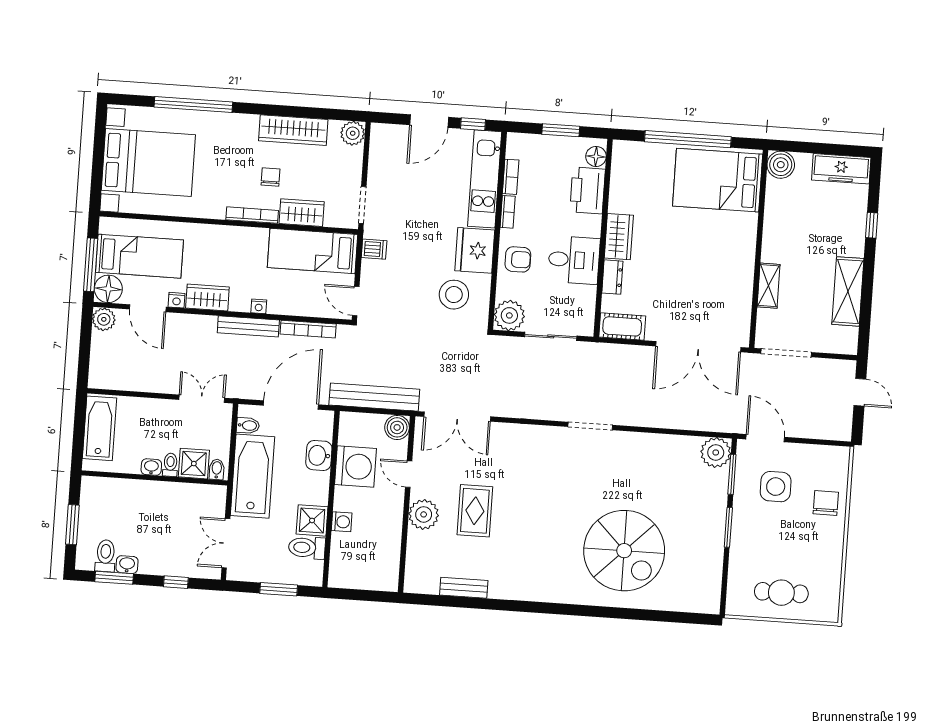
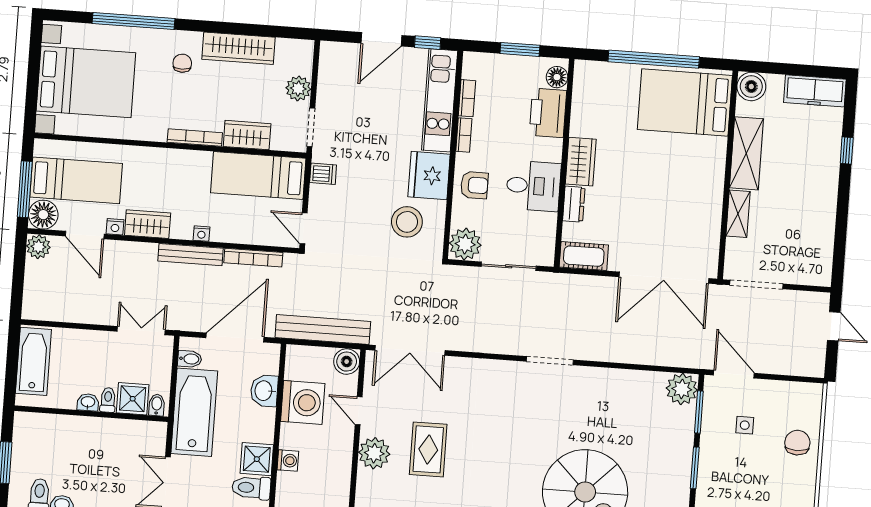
plant: (353, 133) -> (298, 88), moved
chair: (271, 177) -> (182, 63), moved
shelving: (848, 291) -> (746, 153), moved
side table: (776, 487) -> (745, 425), width x0.54, depth x0.54

